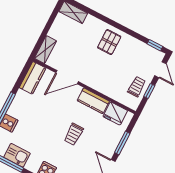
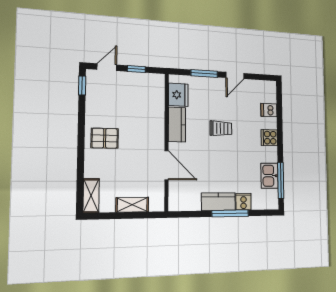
shelving: (45, 50) -> (132, 205), moved
kitchen counter: (33, 78) -> (218, 202), moved
trolley: (137, 87) -> (139, 85), removed

